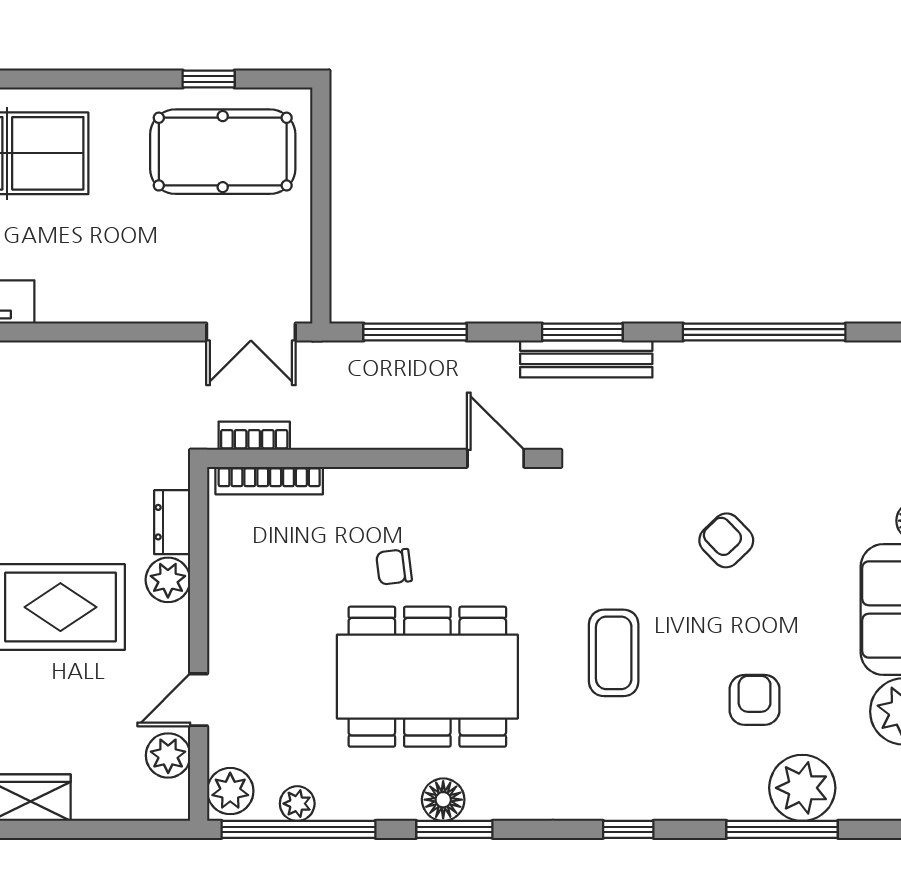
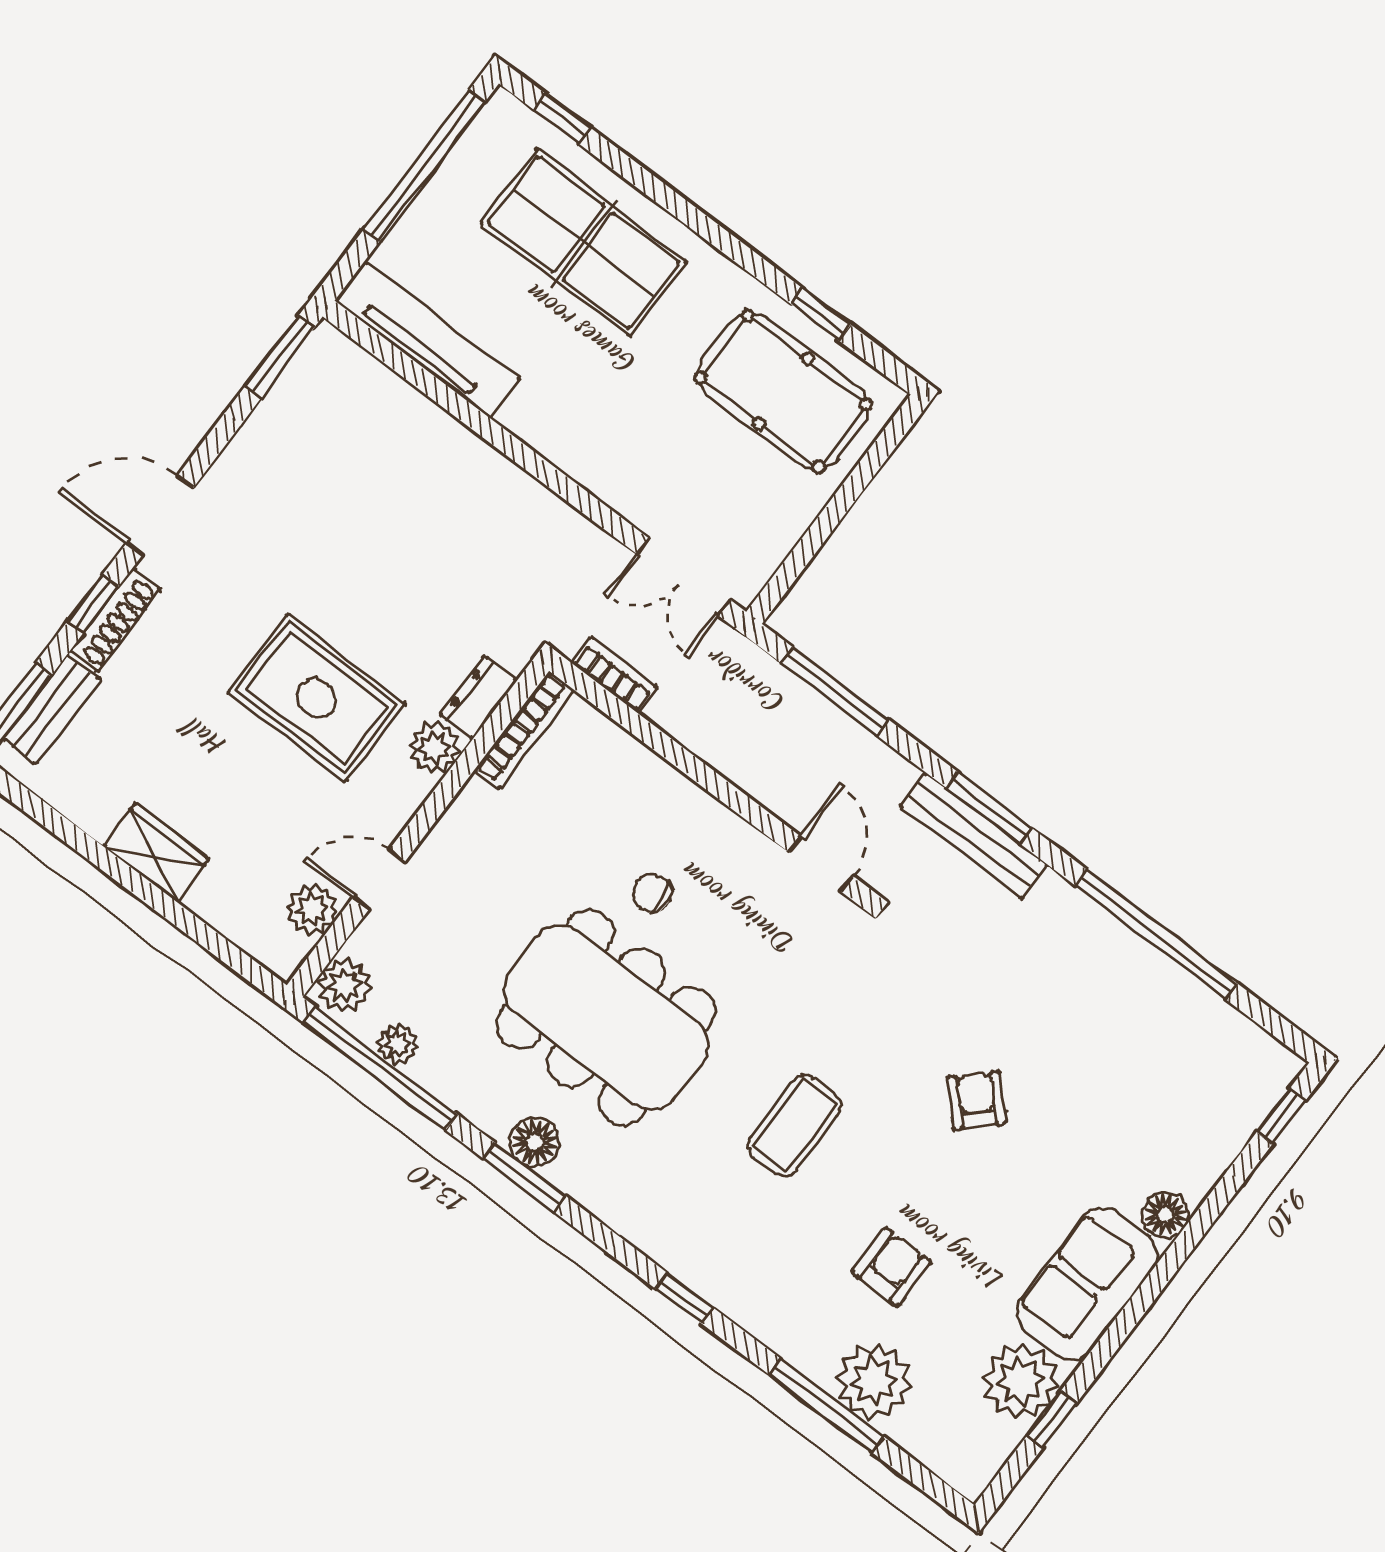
bookcase: (269, 481) -> (524, 730), moved, turned -90

